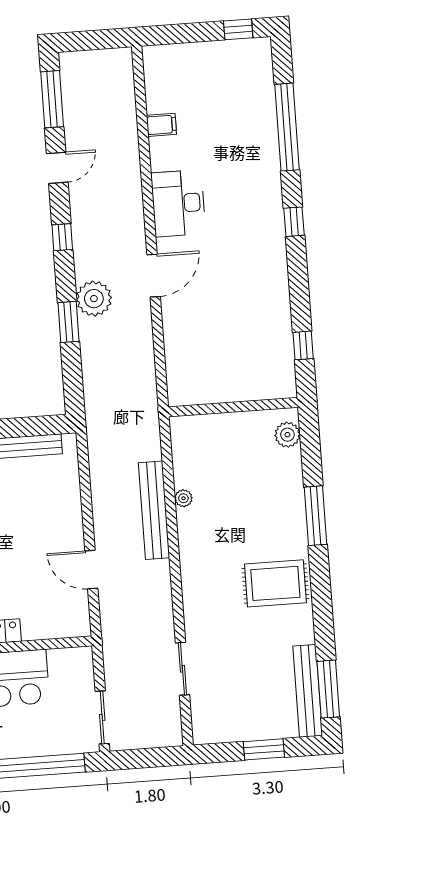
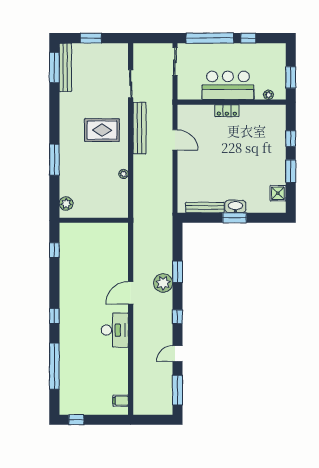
filing cabinet: (161, 125) -> (121, 401), moved
bench: (154, 510) -> (140, 128), moved
rug: (275, 583) -> (102, 130), moved

